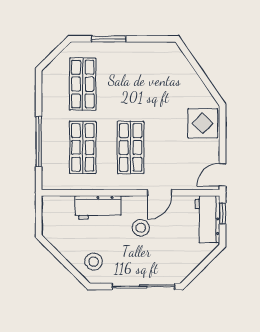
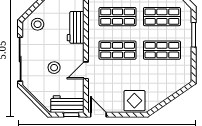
shop shelf: (131, 84) -> (162, 50), added
door: (159, 193) -> (86, 70), hinge flipped
stool: (141, 228) -> (54, 68), moved

